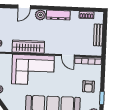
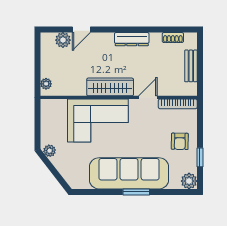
plant: (40, 15) -> (63, 40), moved
wardrobe: (28, 47) -> (110, 87), moved
door: (68, 55) -> (148, 97), swing flipped

